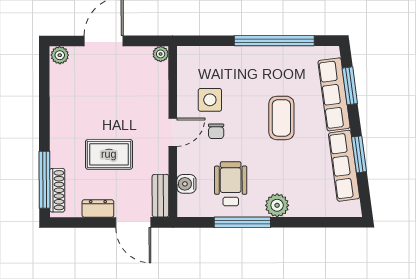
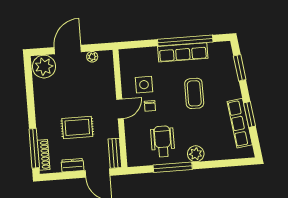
plant: (161, 54) -> (92, 57), moved
plant: (60, 55) -> (44, 67), width x1.88, depth x1.88
row of seats: (334, 94) -> (183, 52), moved, turned -82
water cooler: (186, 184) -> (132, 144), removed

